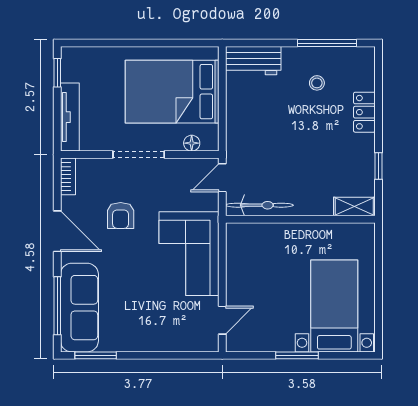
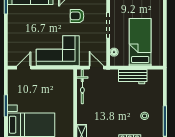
workbench: (253, 61) -> (133, 77), moved, turned -90
bed: (172, 92) -> (140, 42), width x0.67
door: (222, 320) -> (24, 68), swing flipped

